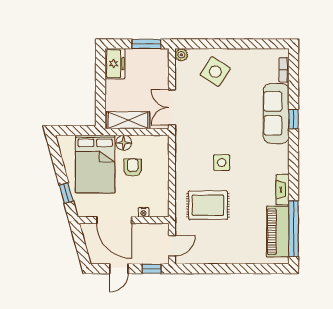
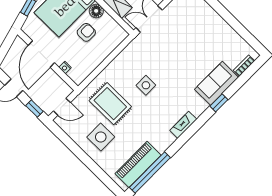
side table: (215, 72) -> (101, 137), moved, turned -33
sofa: (276, 113) -> (216, 83), width x0.73
fireplace: (282, 190) -> (183, 125), moved

